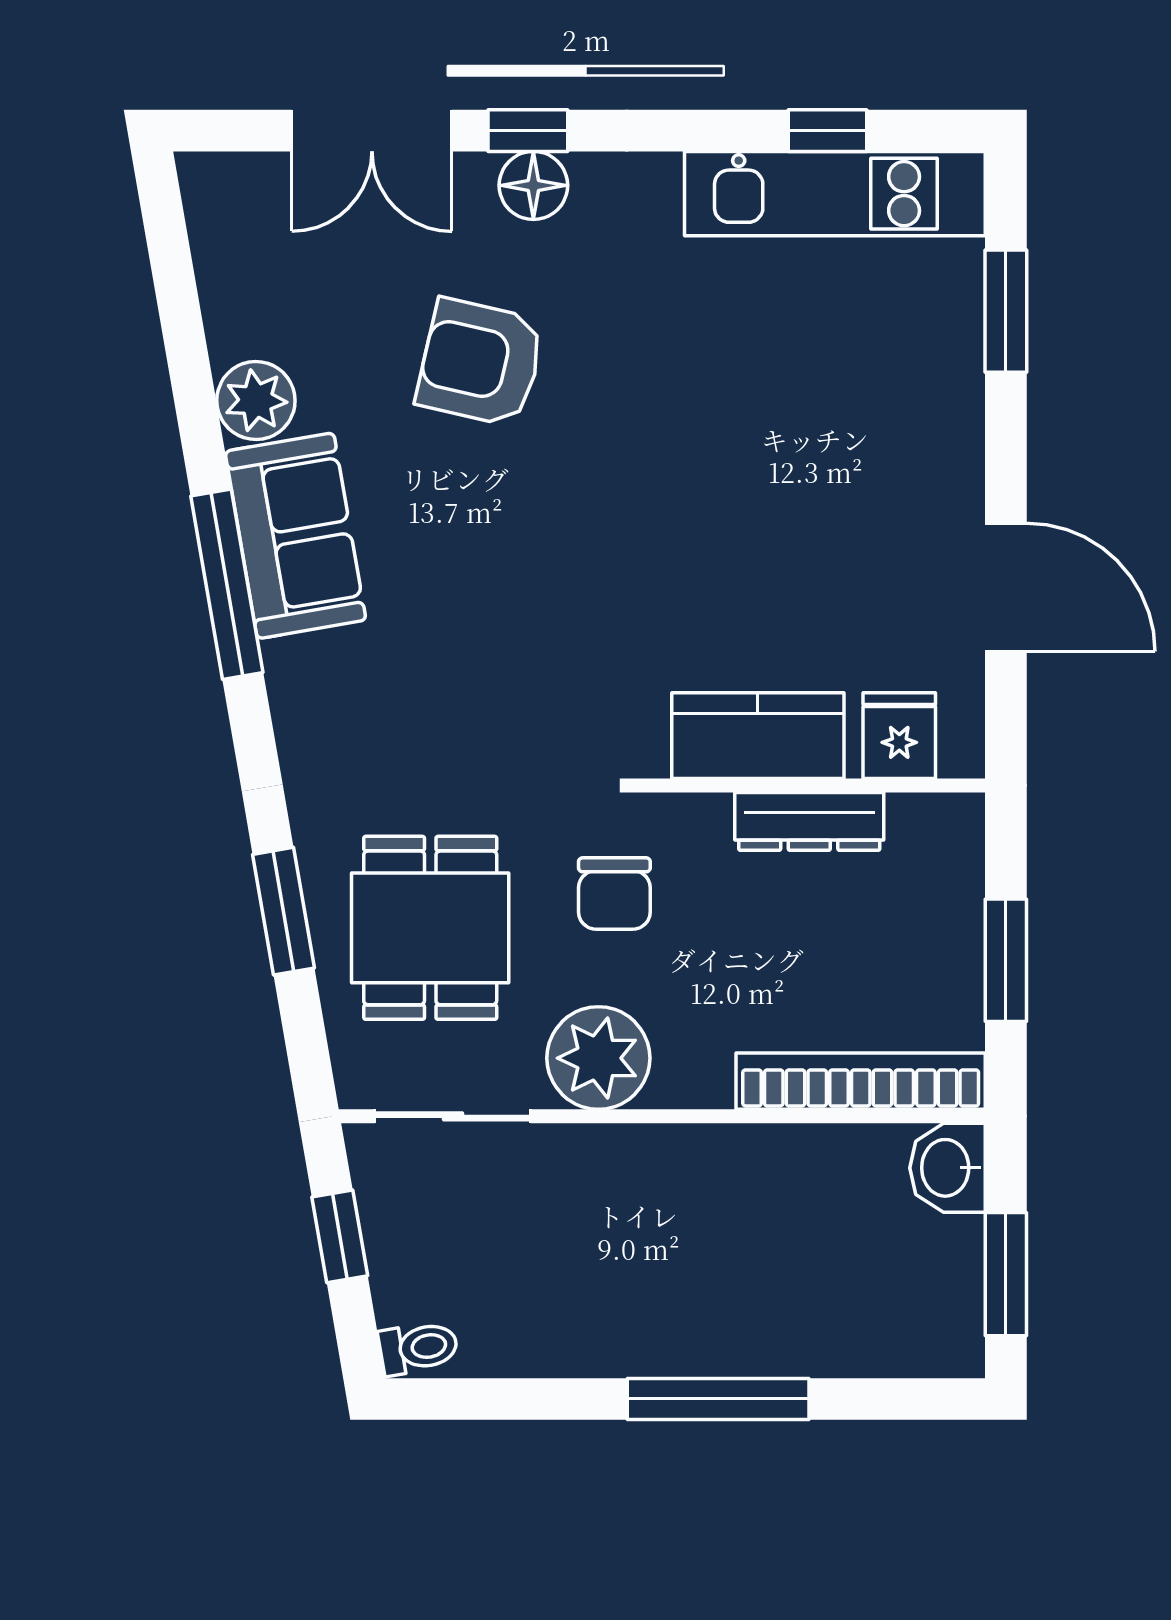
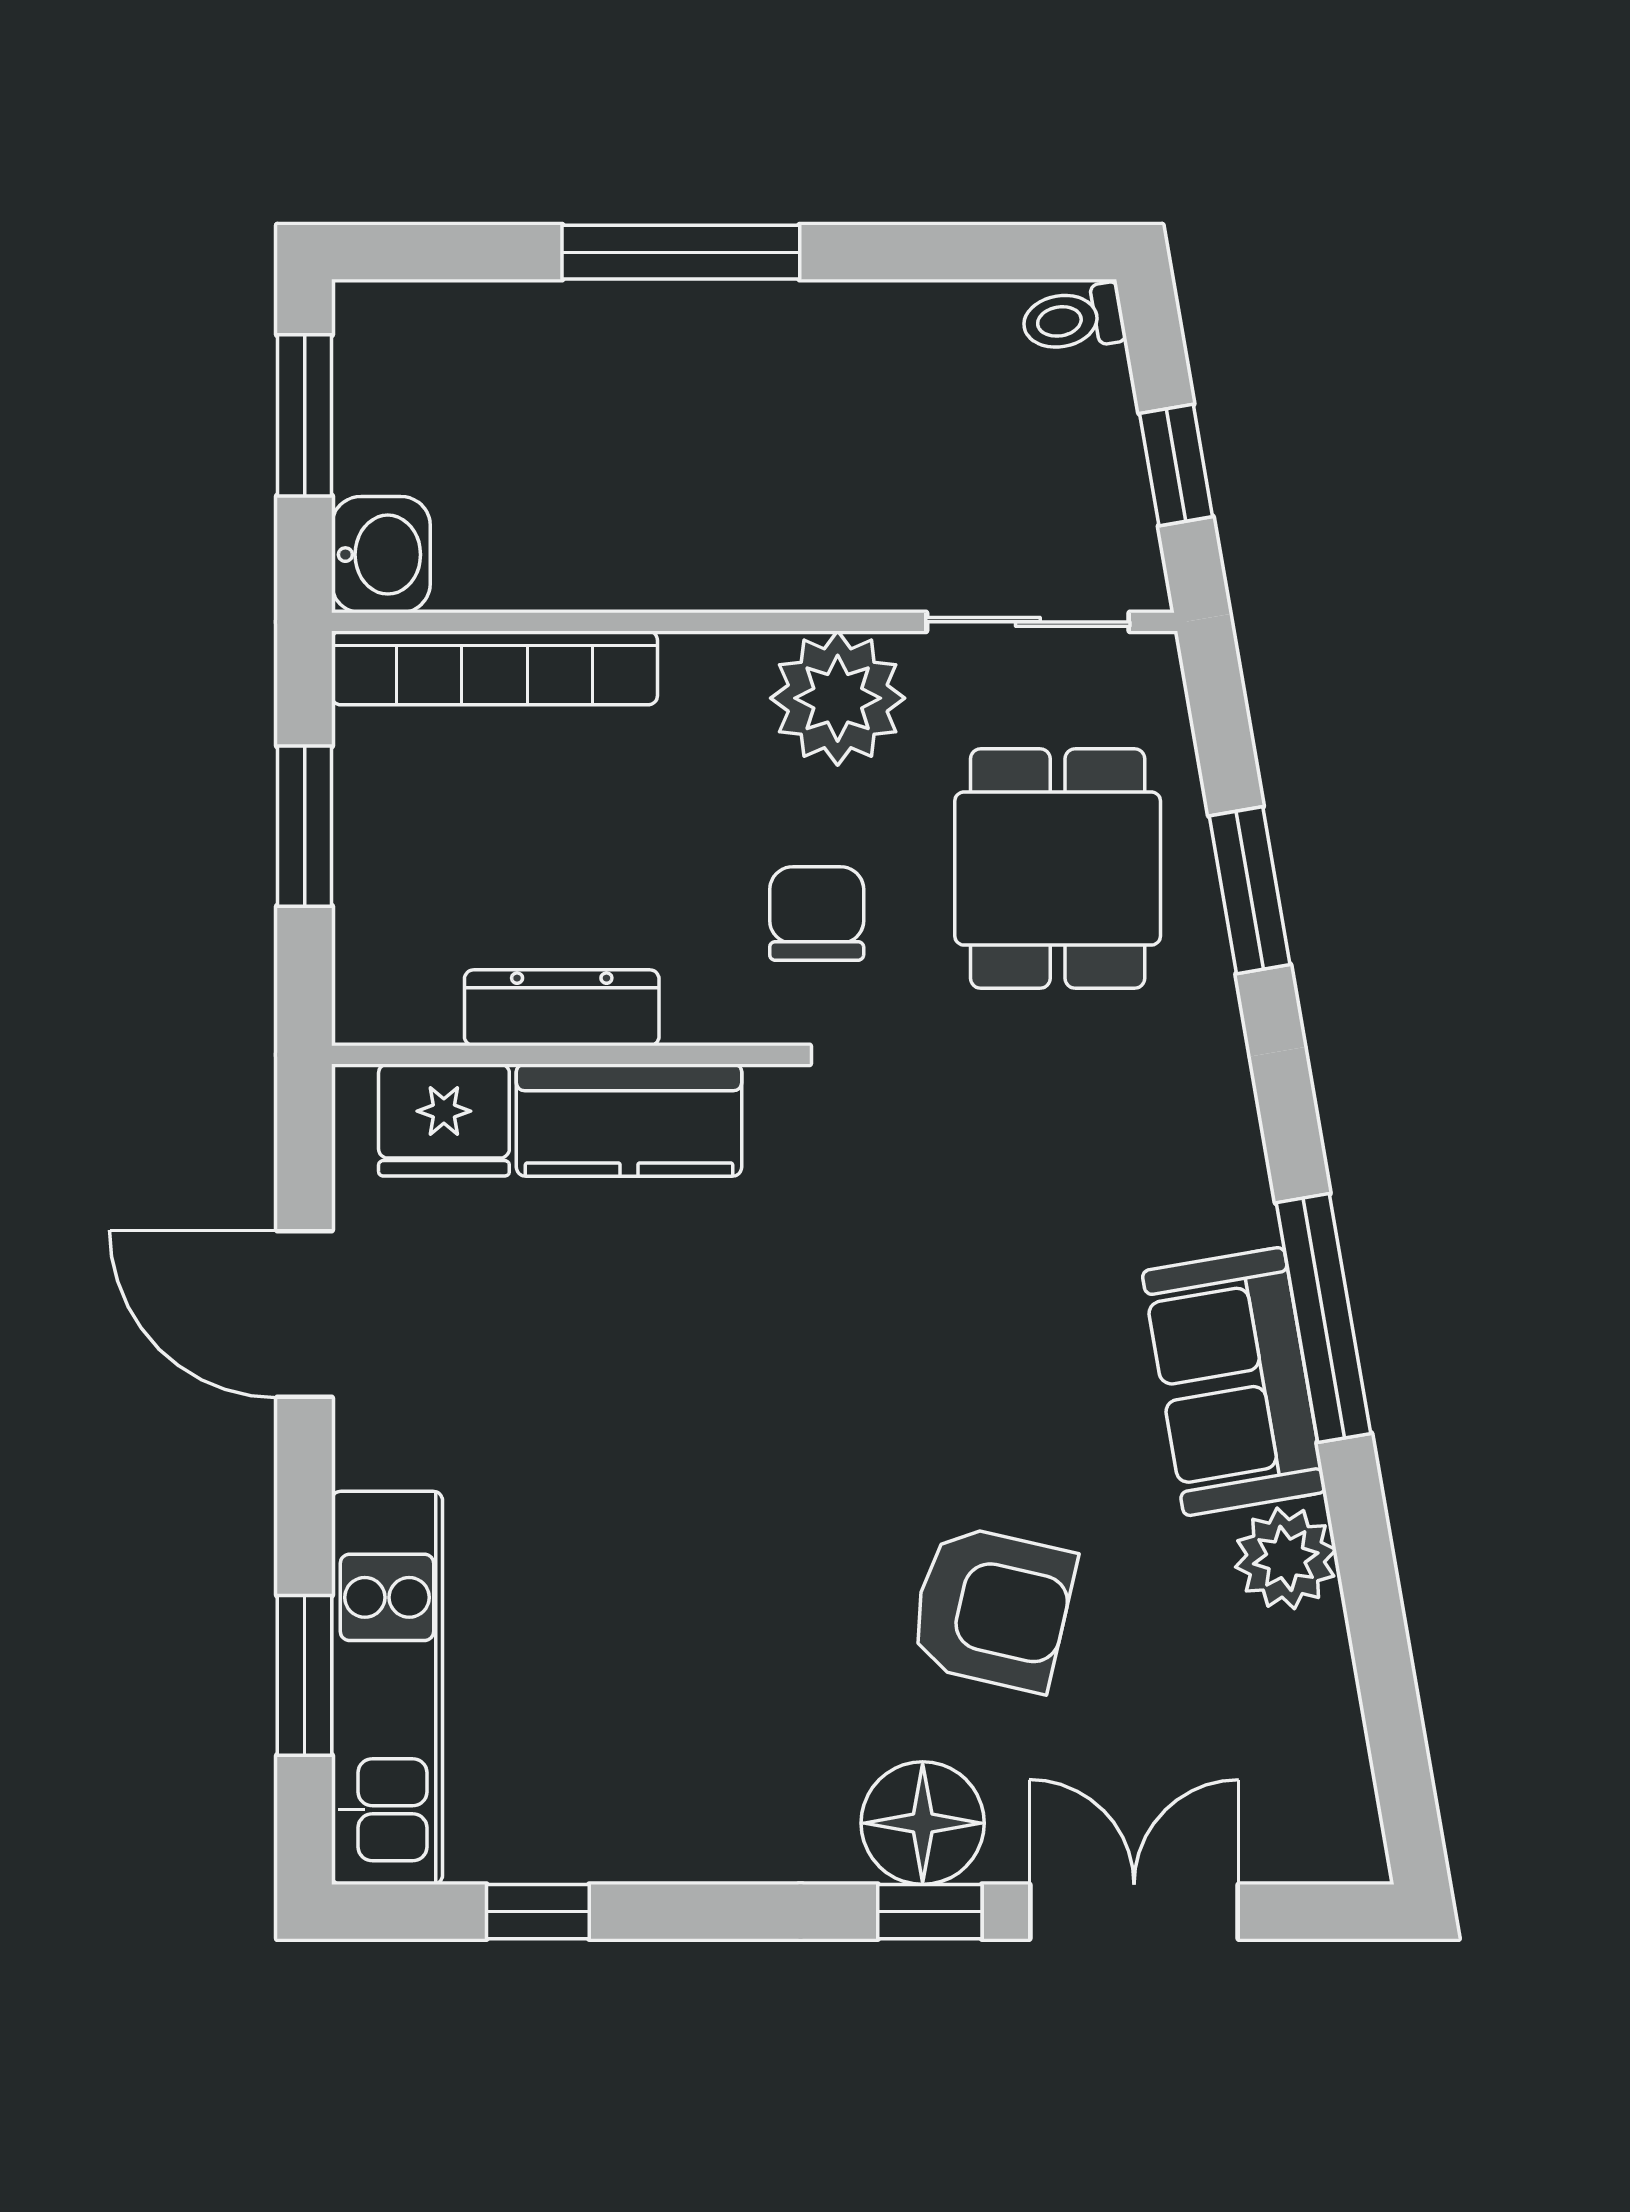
floor lamp: (533, 185) -> (923, 1823), width x1.38, depth x1.38
kitchen unit: (835, 194) -> (387, 1688), moved, turned 90
fridge: (899, 736) -> (444, 1120), width x1.38

